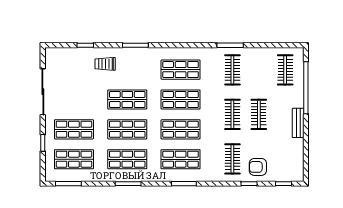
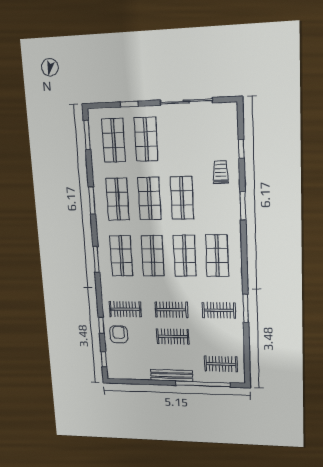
bench: (298, 123) -> (172, 375), width x1.36

